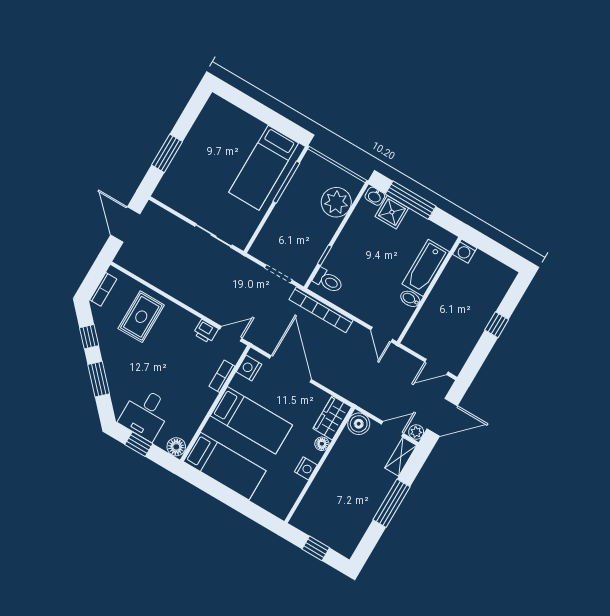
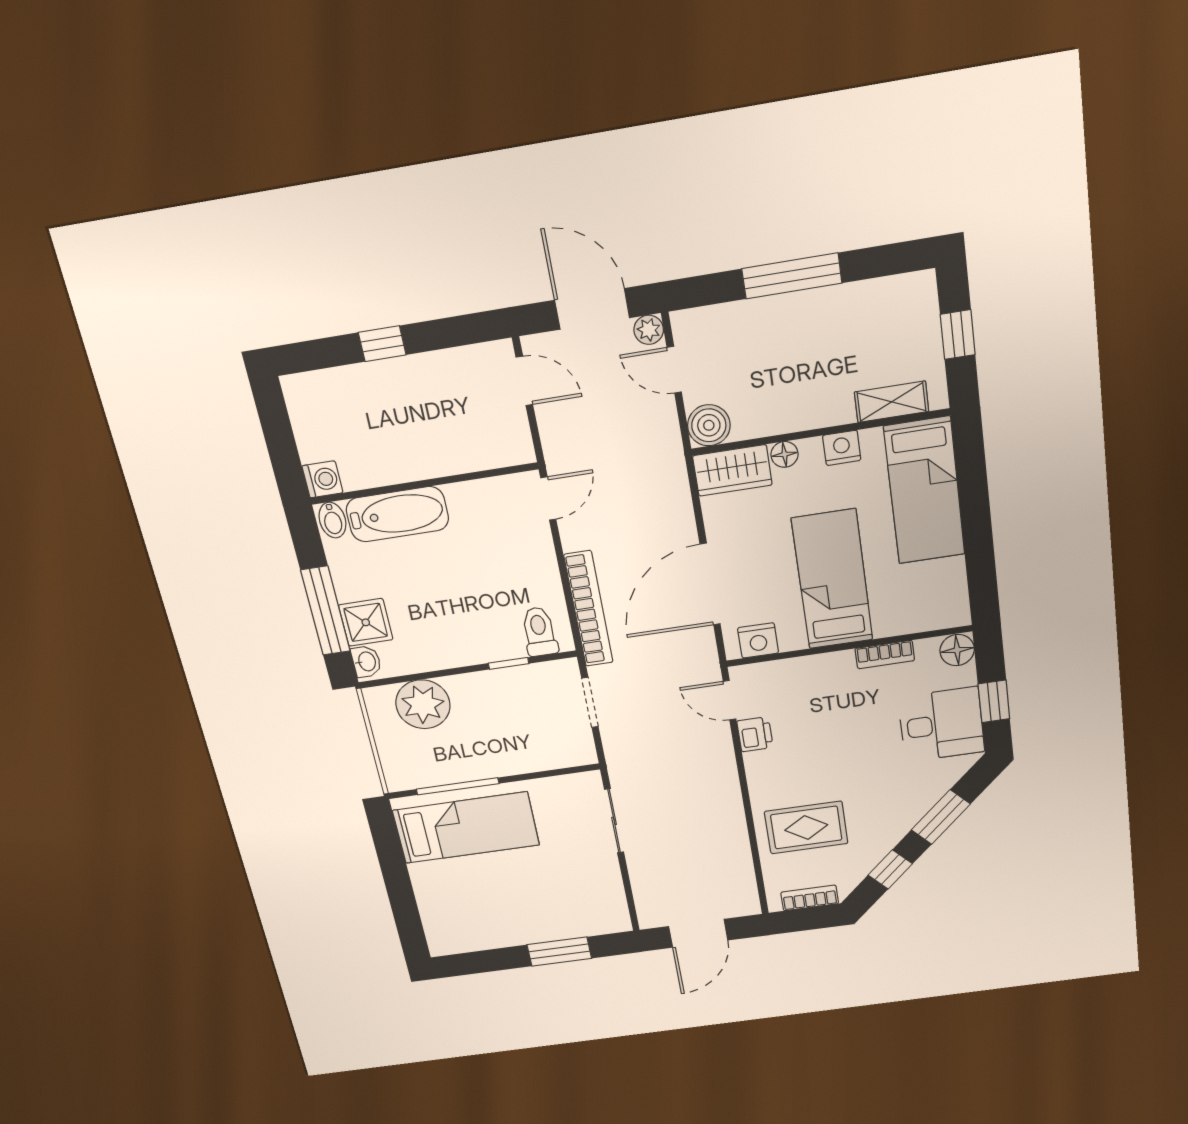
bidet: (410, 299) -> (332, 520), moved
bookcase: (222, 376) -> (885, 655), moved
shelving: (401, 457) -> (892, 402), moved
bed: (225, 466) -> (924, 491), moved, turned 180

